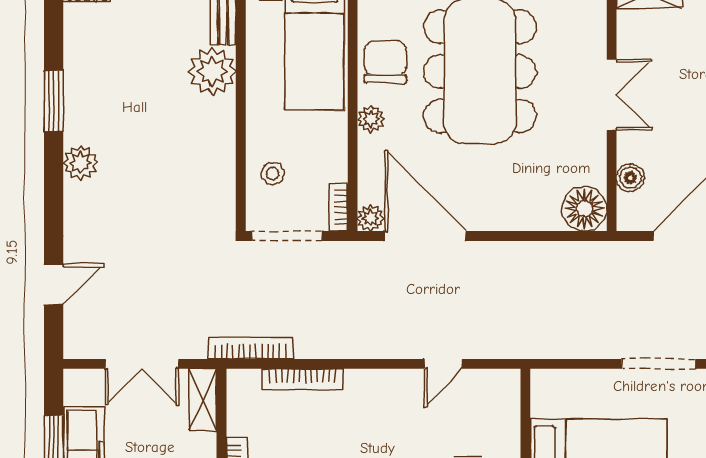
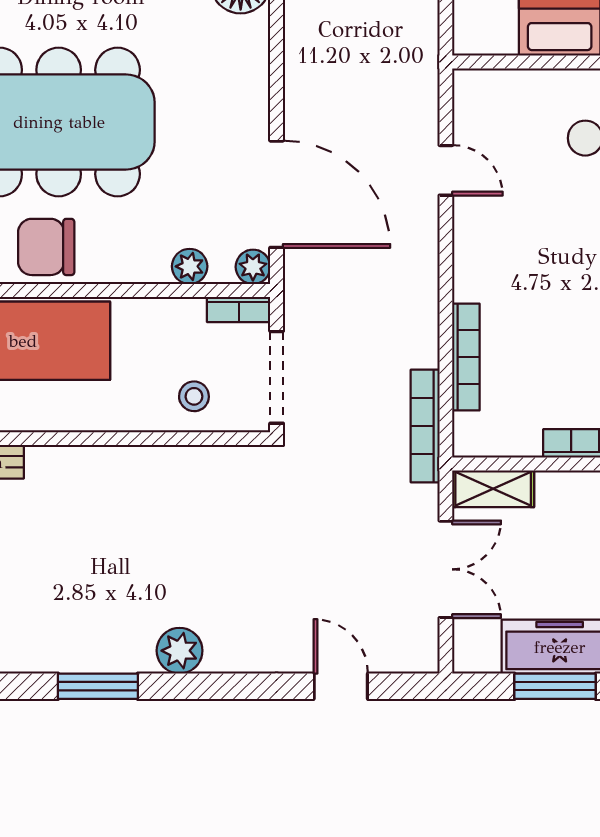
plant: (212, 71) -> (59, 477), removed
plant: (371, 119) -> (190, 266), moved
door: (425, 236) -> (277, 194), swing flipped

